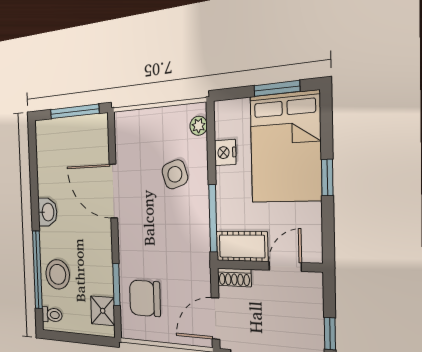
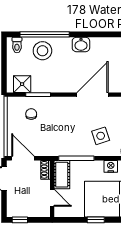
chair: (145, 298) -> (31, 114), width x0.54, depth x0.54

